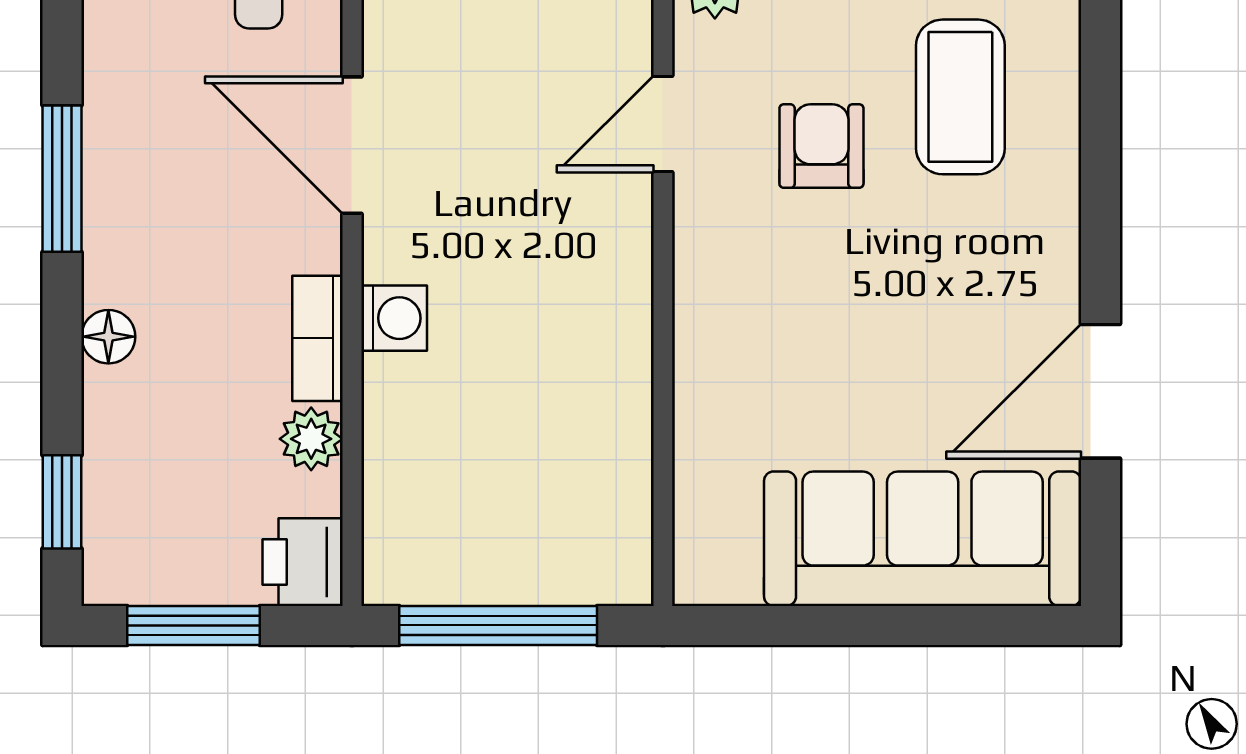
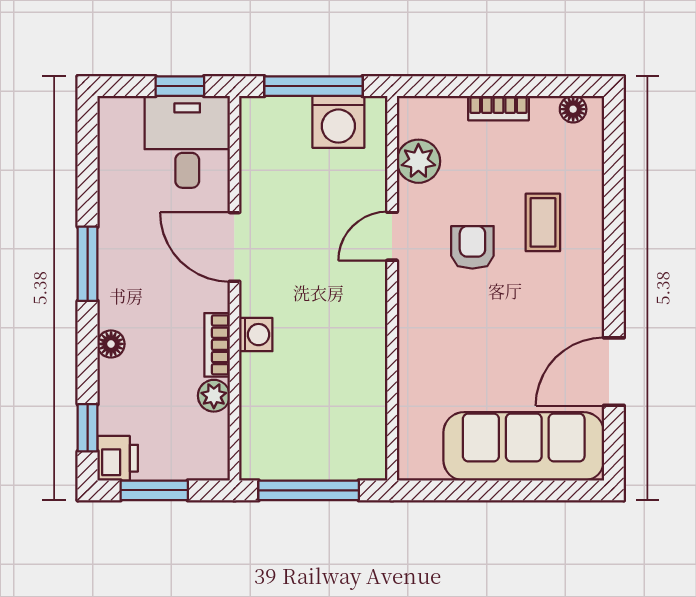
coffee table: (960, 97) -> (543, 222), width x0.73, depth x0.77
printer: (303, 562) -> (118, 458), moved, turned 180

